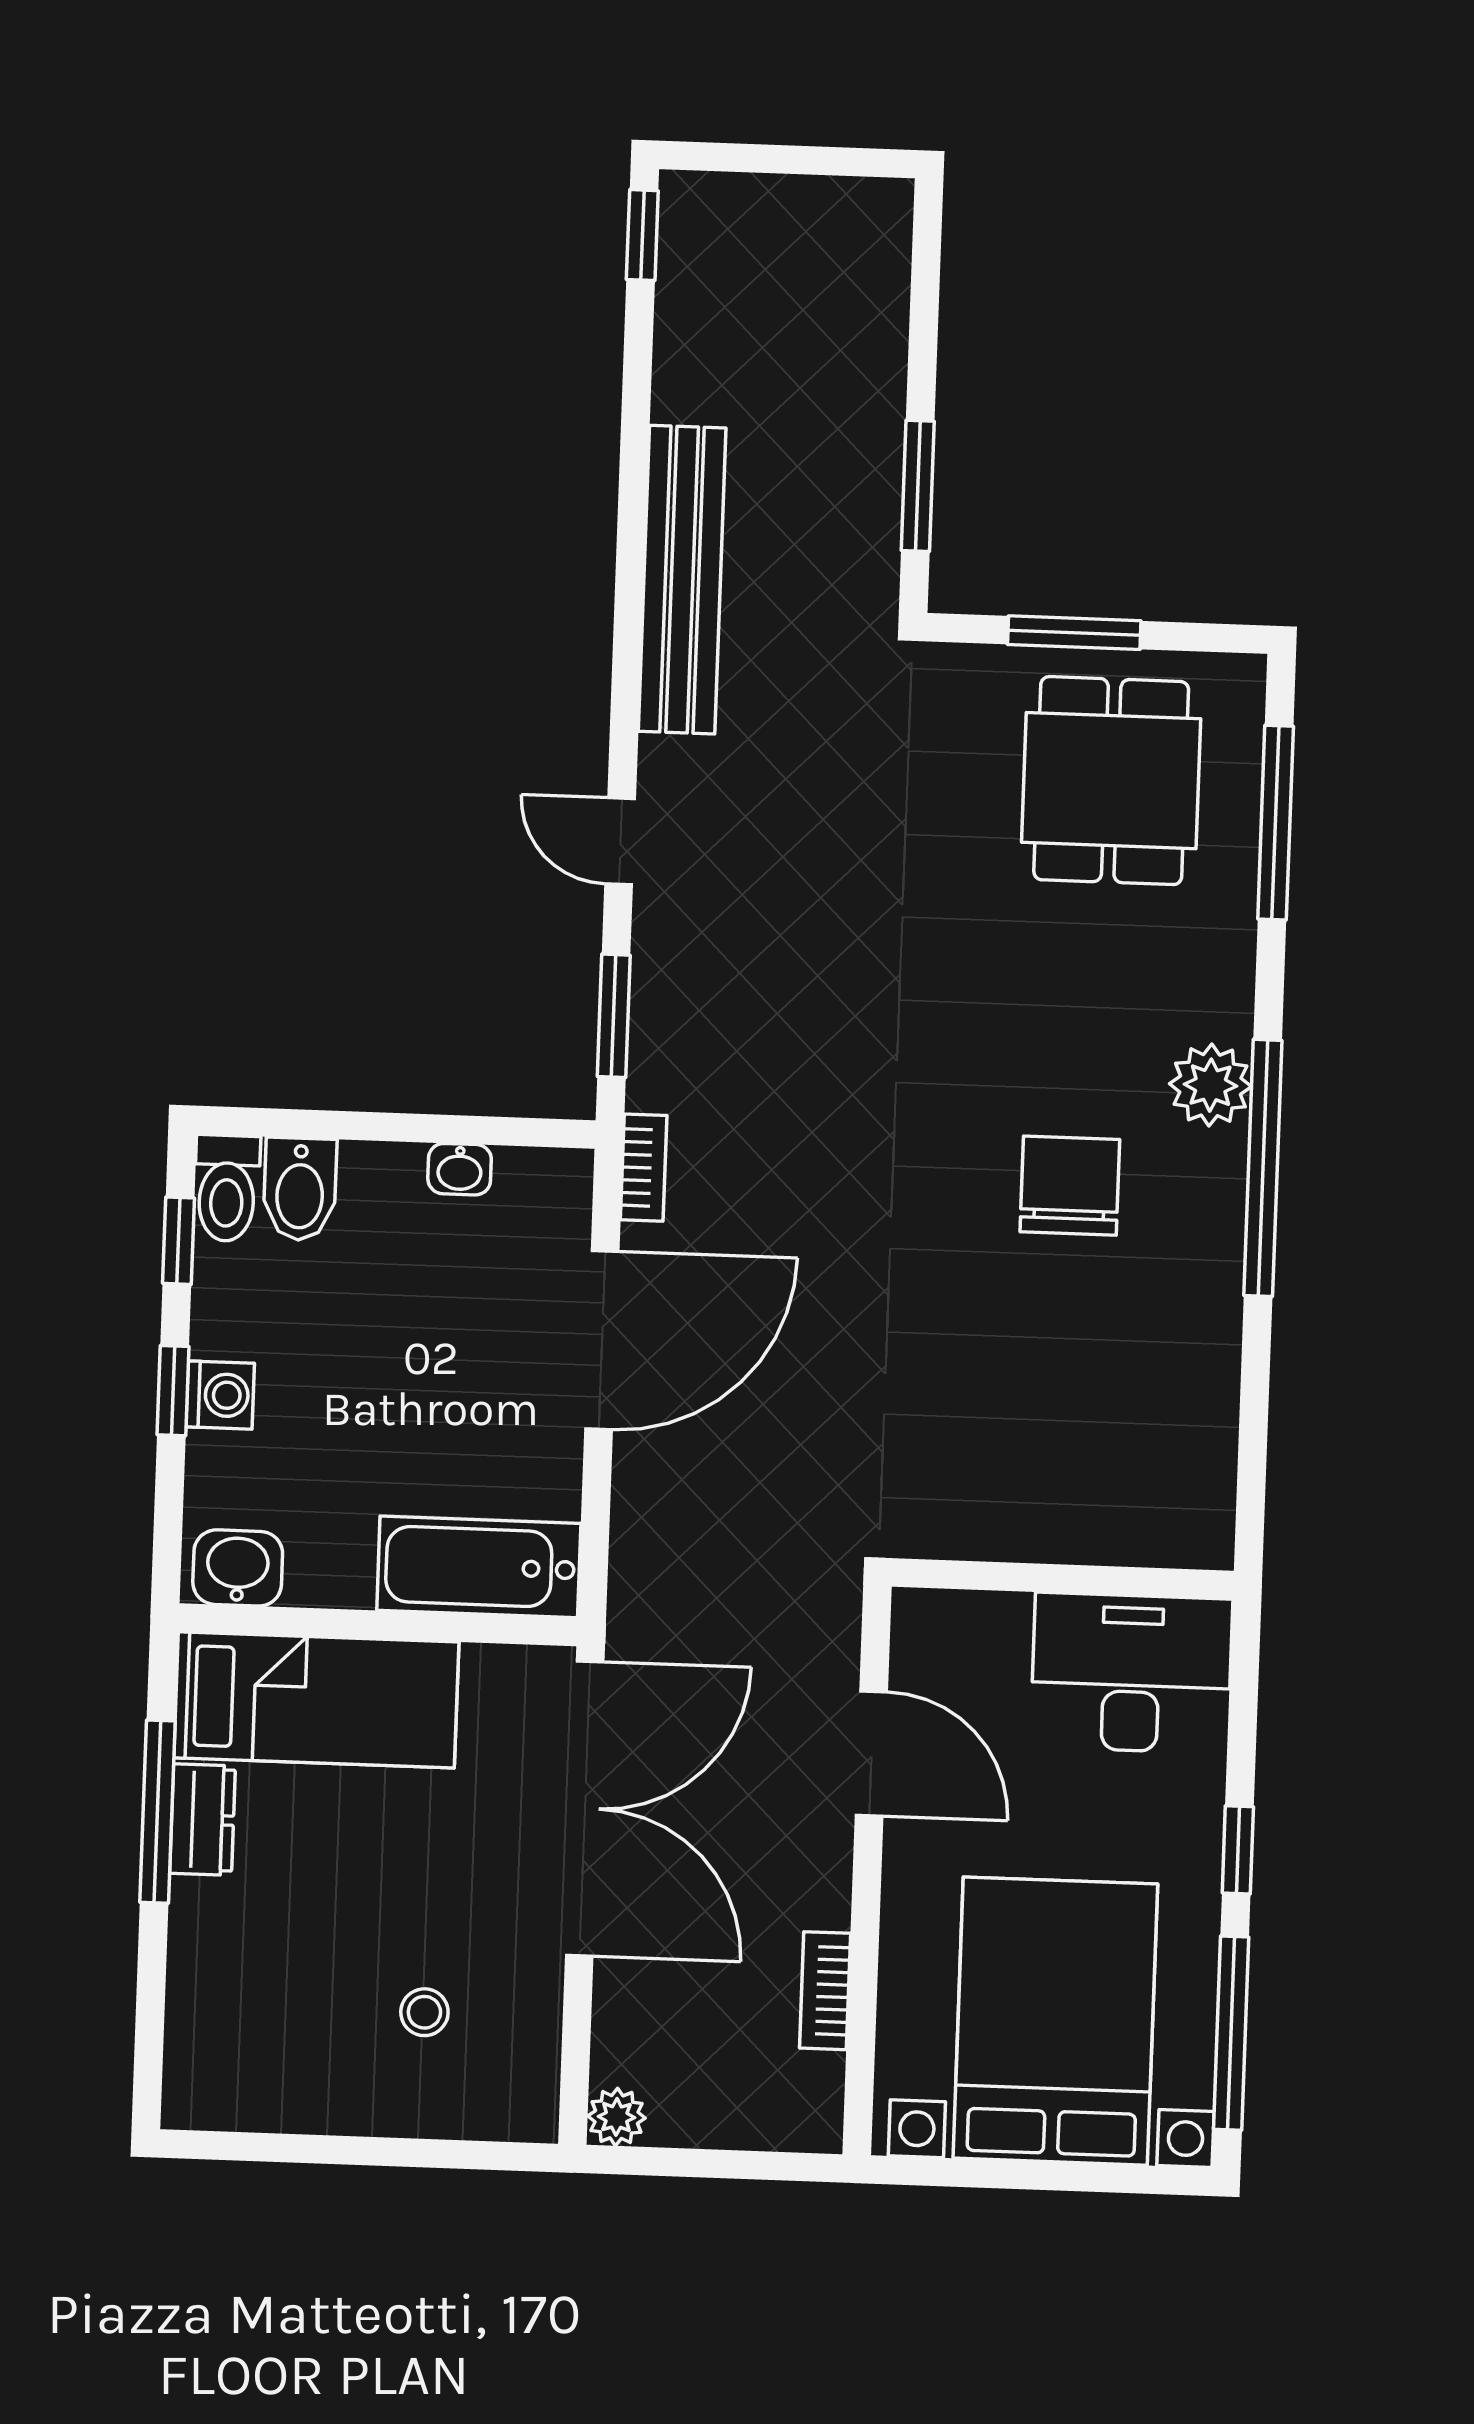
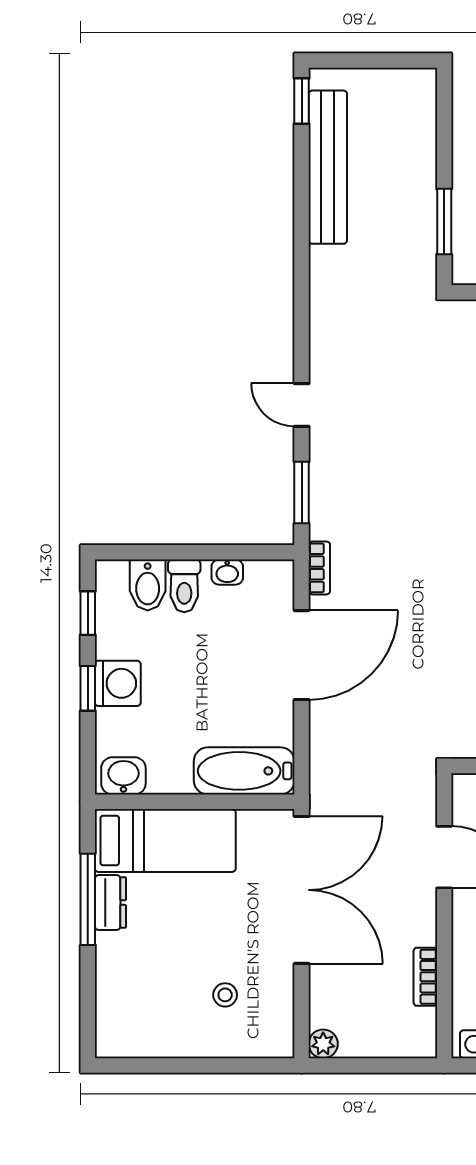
bench: (682, 580) -> (328, 167), moved
toilet: (227, 1188) -> (184, 586), moved
washing machine: (220, 1395) -> (118, 683), width x1.38, depth x1.38

